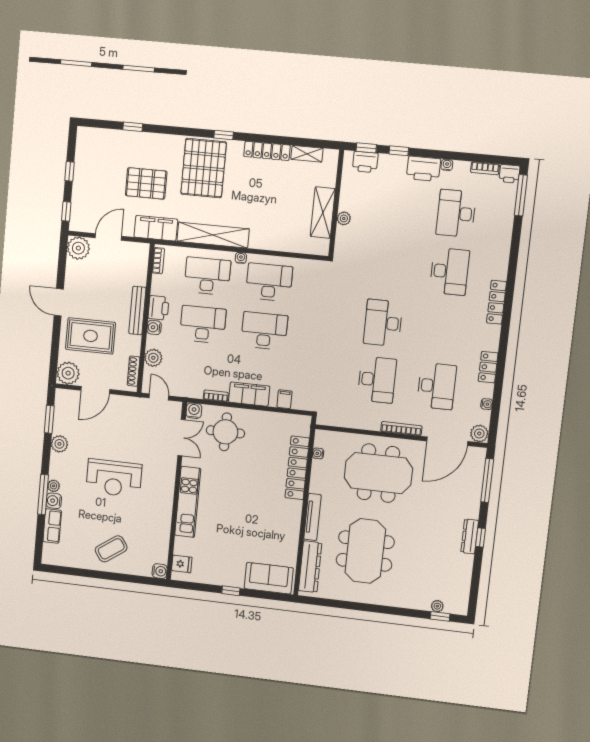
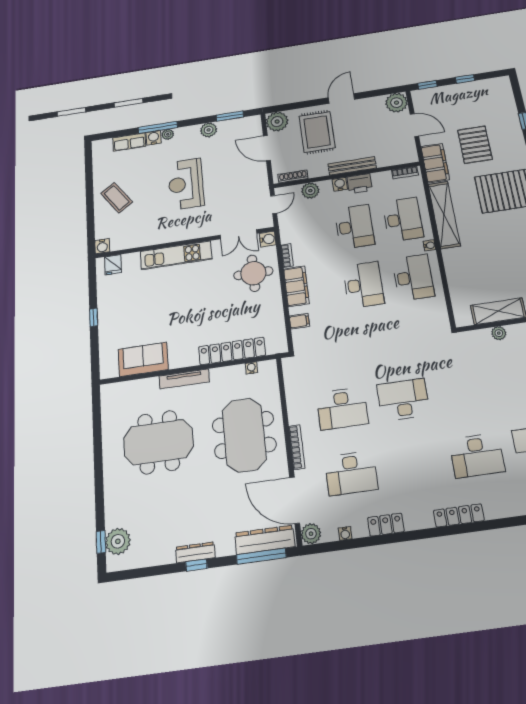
dresser: (310, 567) -> (265, 540), moved, turned 180
sofa: (269, 578) -> (143, 359), moved, turned -90
plant: (437, 606) -> (118, 541), width x1.87, depth x1.87

